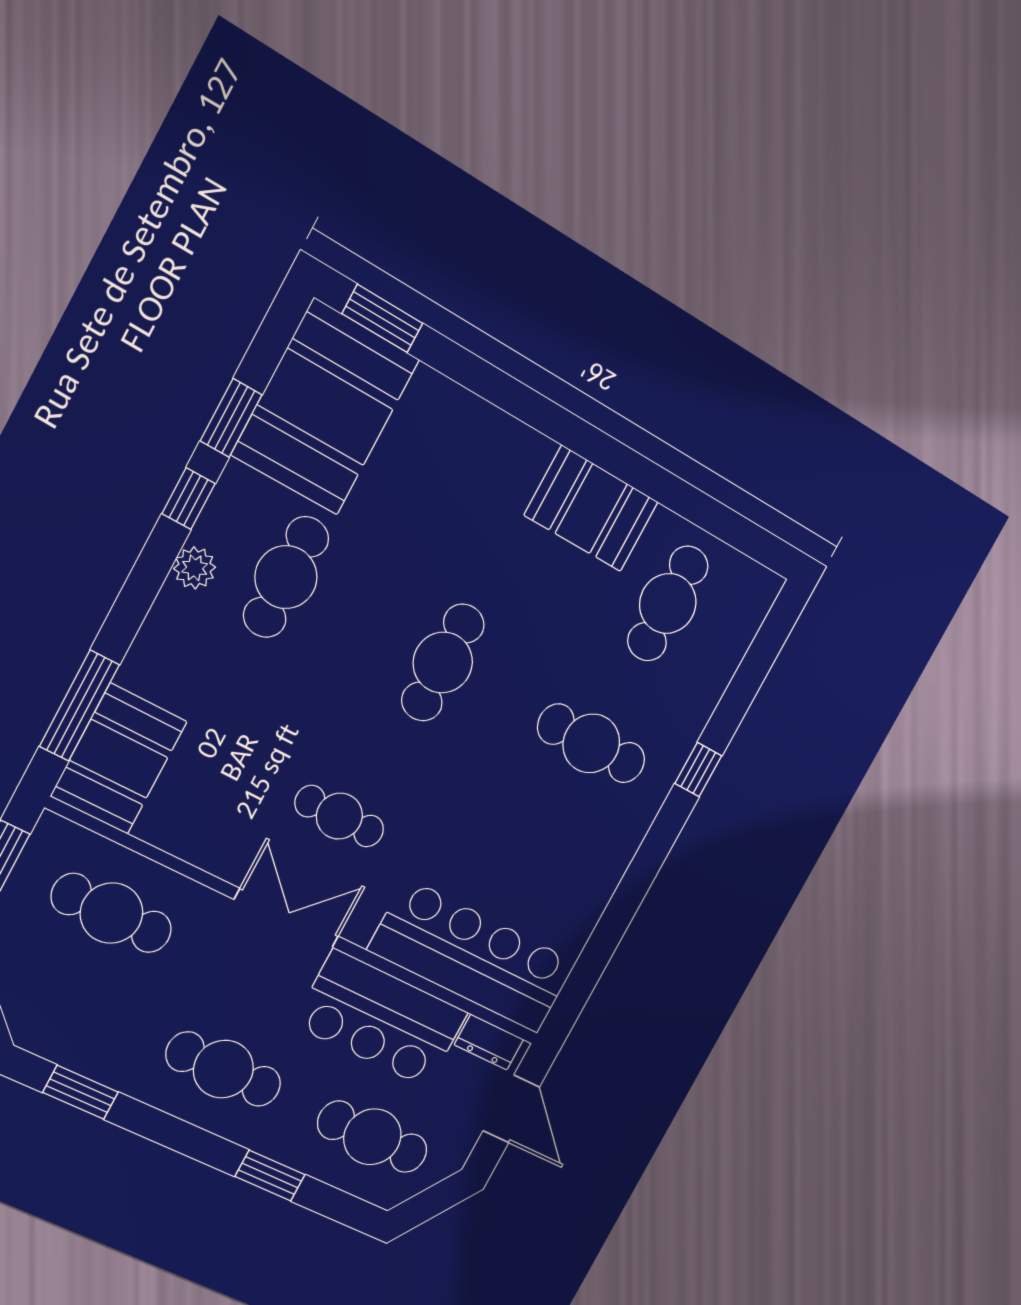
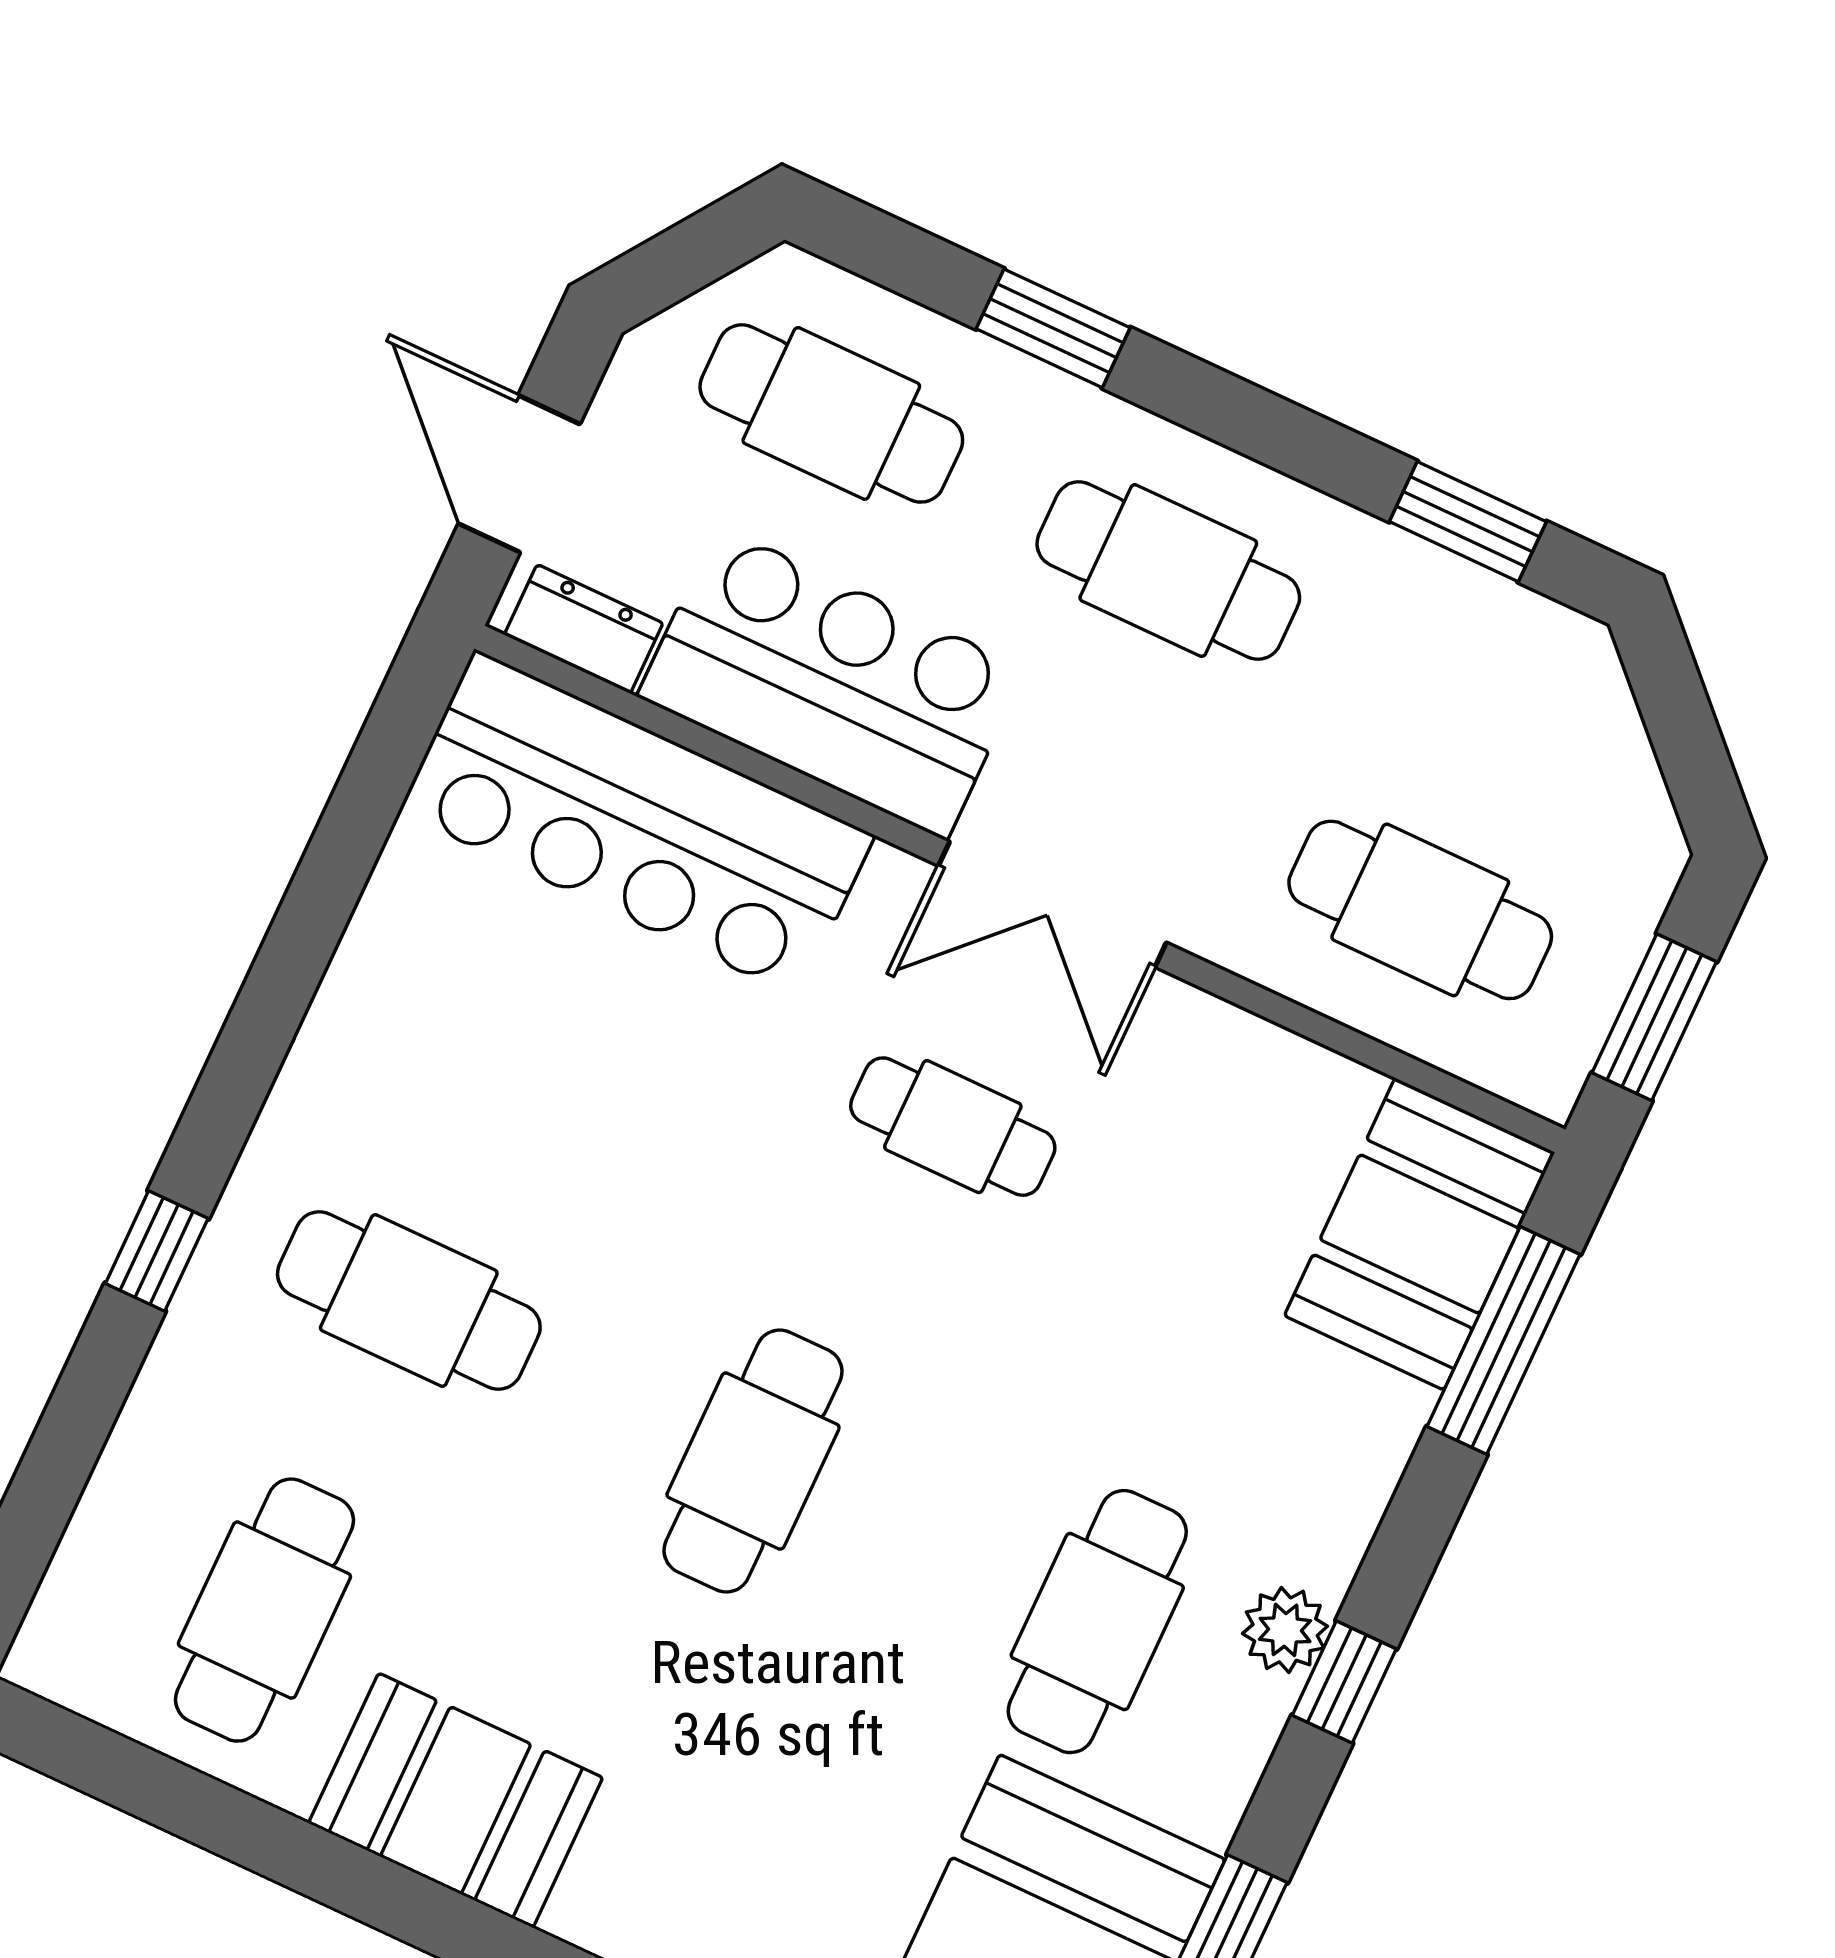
window: (189, 499) -> (1344, 1682), moved

